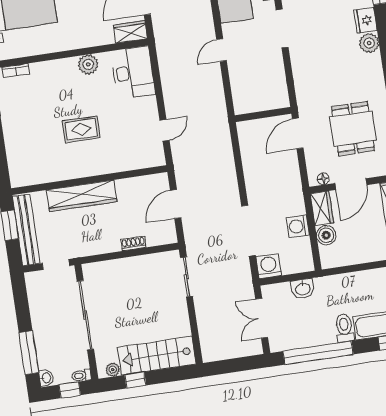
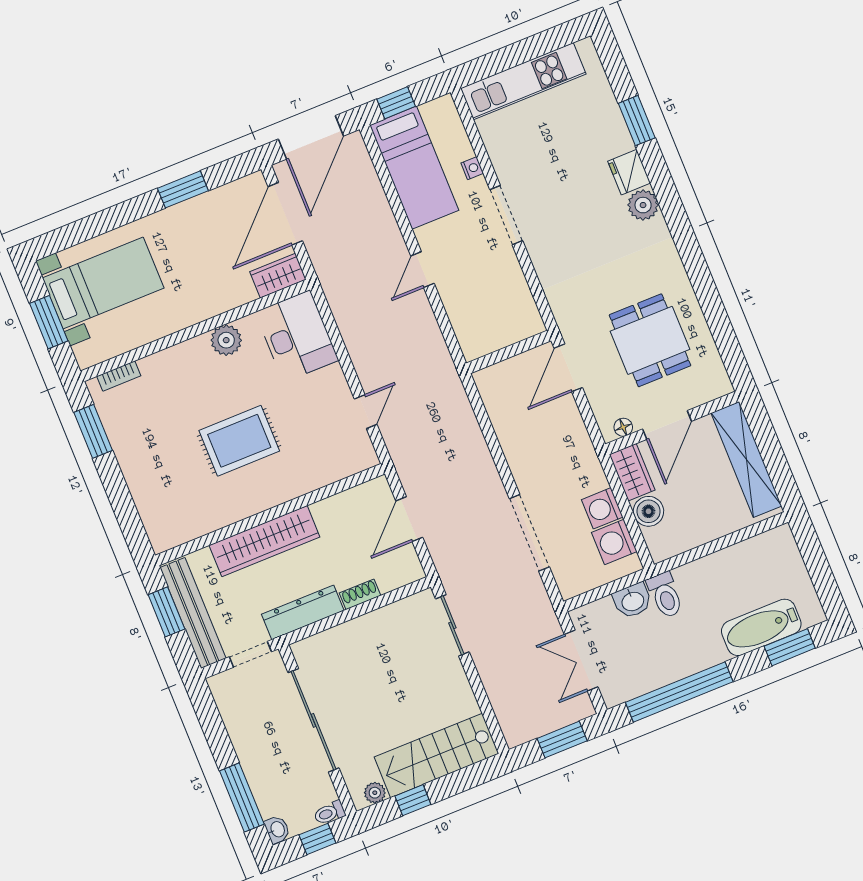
rug: (81, 129) -> (239, 441), width x1.36, depth x1.43
dresser: (95, 246) -> (303, 612), added
washing machine: (269, 266) -> (614, 542), moved, turned -90
toilet: (344, 328) -> (665, 595), moved, turned 180
window: (238, 365) -> (562, 740), added

